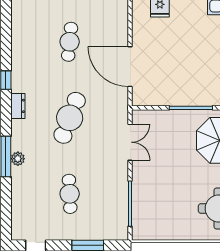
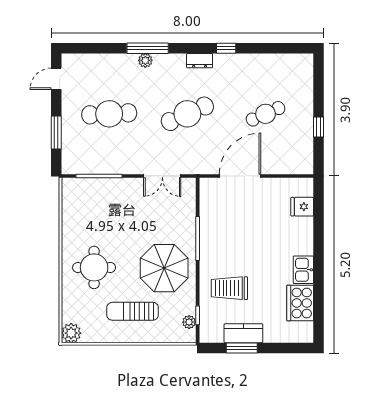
cafe table: (70, 42) -> (266, 114), turned -30
cafe table: (70, 118) -> (187, 114), turned -45
cafe table: (70, 194) -> (109, 114), width x1.37, depth x1.35

